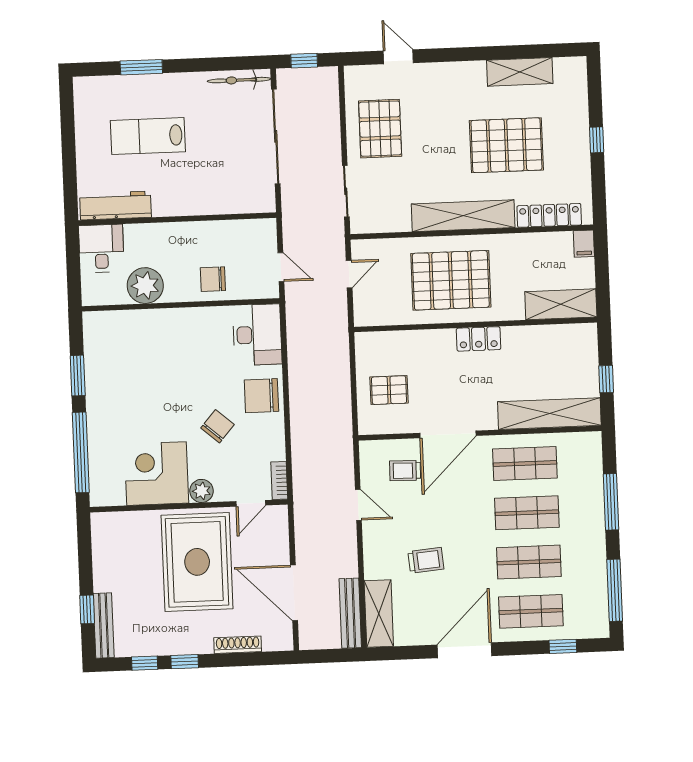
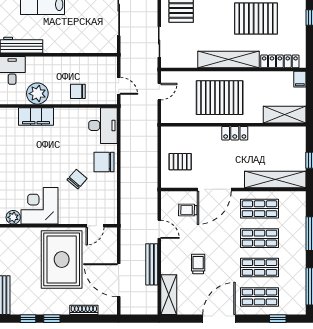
filing cabinet: (144, 324) -> (36, 116), added
bookcase: (279, 481) -> (113, 213), removed
plant: (202, 491) -> (13, 217), moved
trolley: (426, 560) -> (198, 264), turned -85
bench: (350, 613) -> (152, 264), moved

